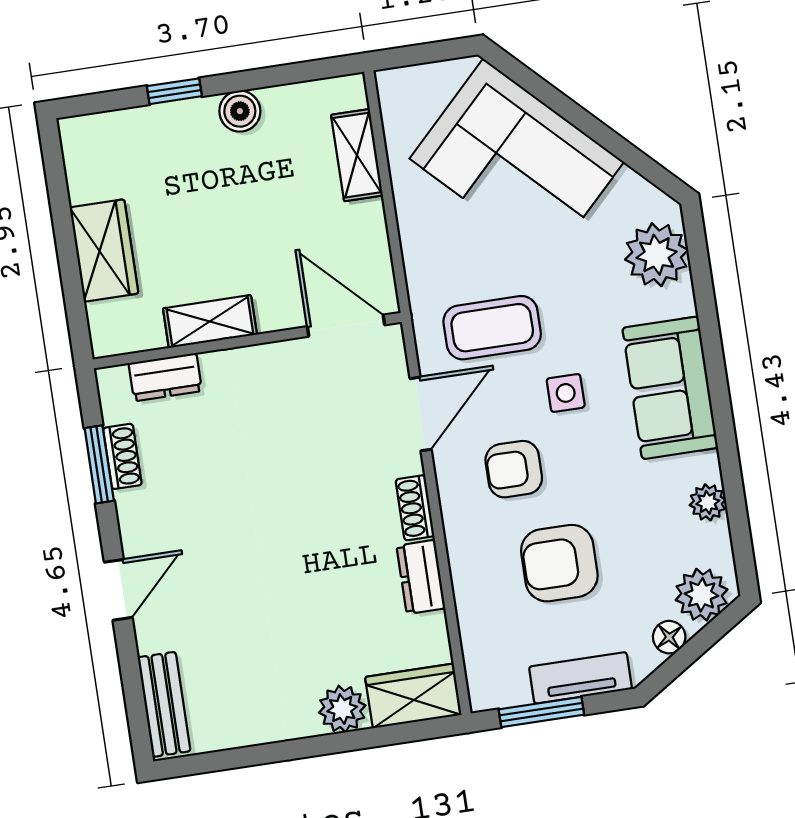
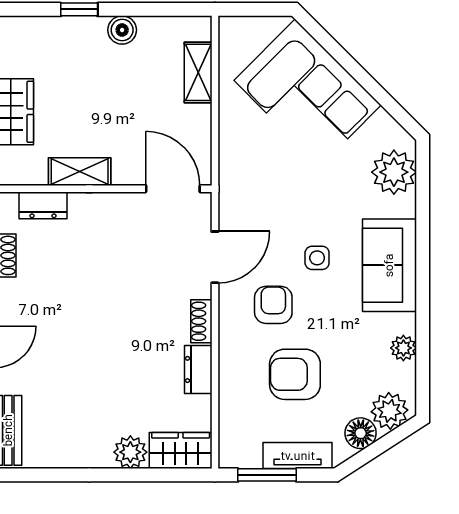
coffee table: (492, 328) -> (273, 205), removed
armchair: (514, 469) -> (273, 305), turned 90
floor lamp: (669, 637) -> (361, 433), width x1.37, depth x1.37

